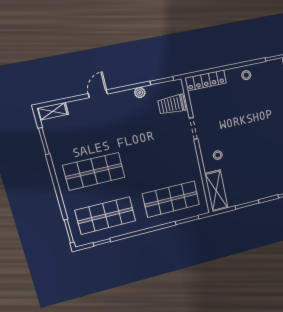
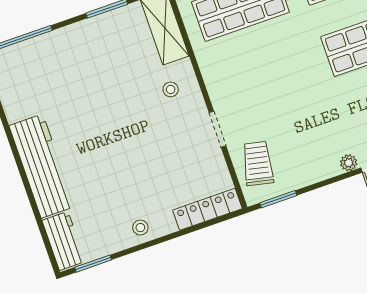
plant: (140, 93) -> (349, 163), moved
trolley: (172, 105) -> (258, 163), turned -78

